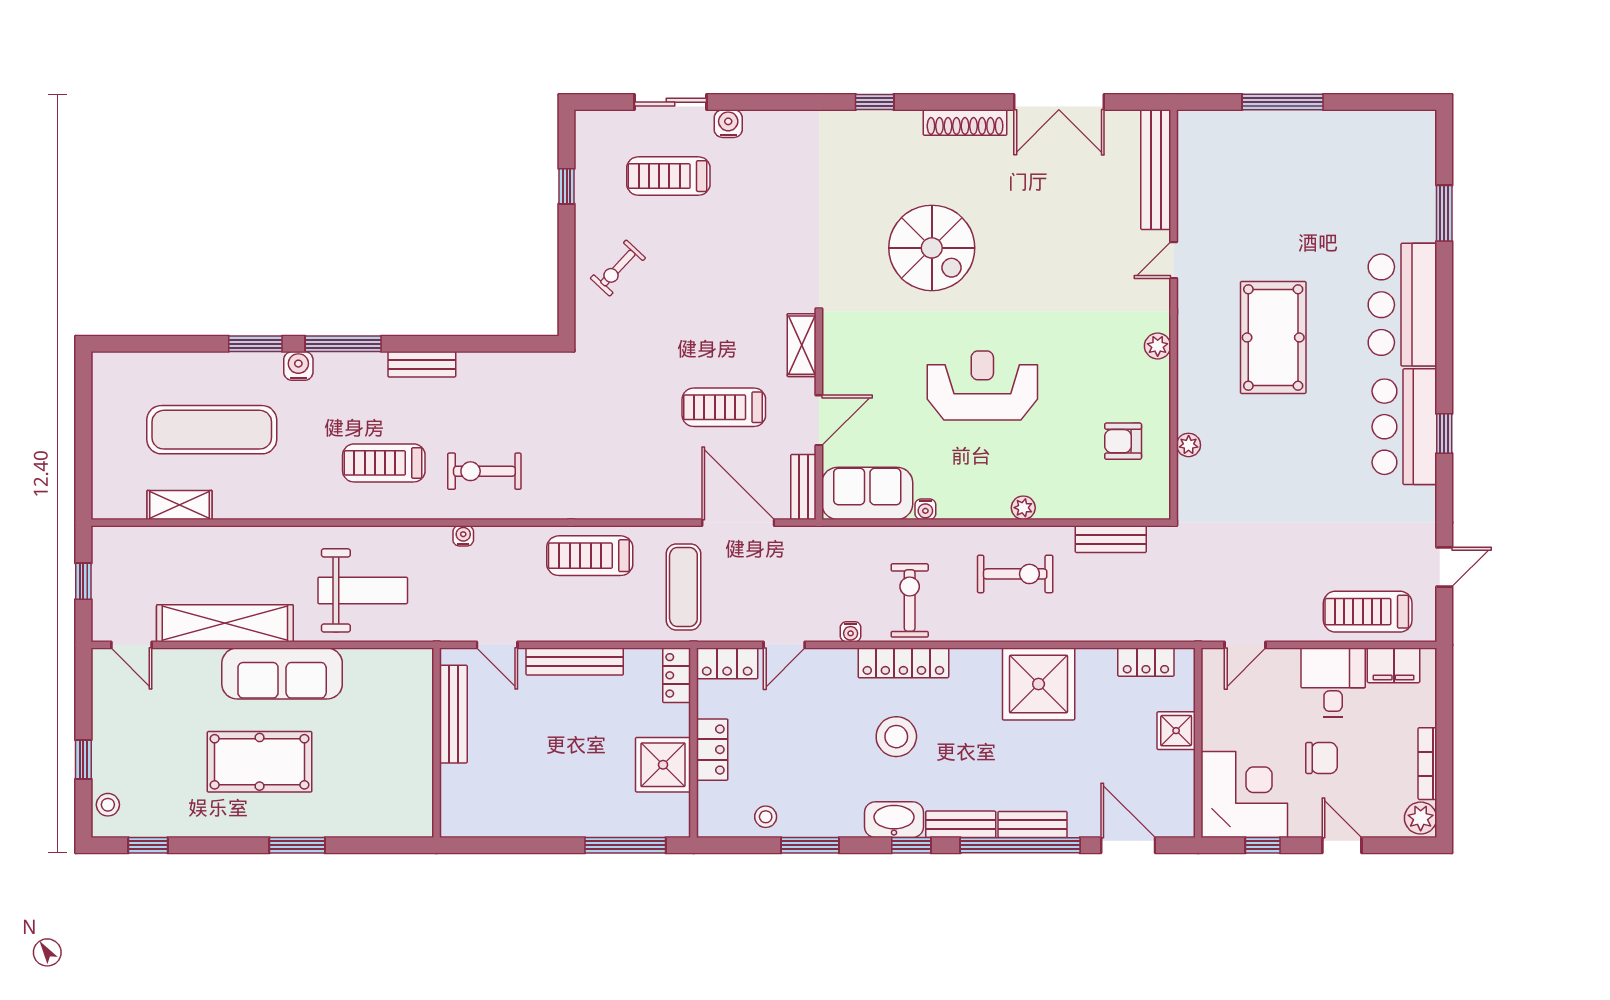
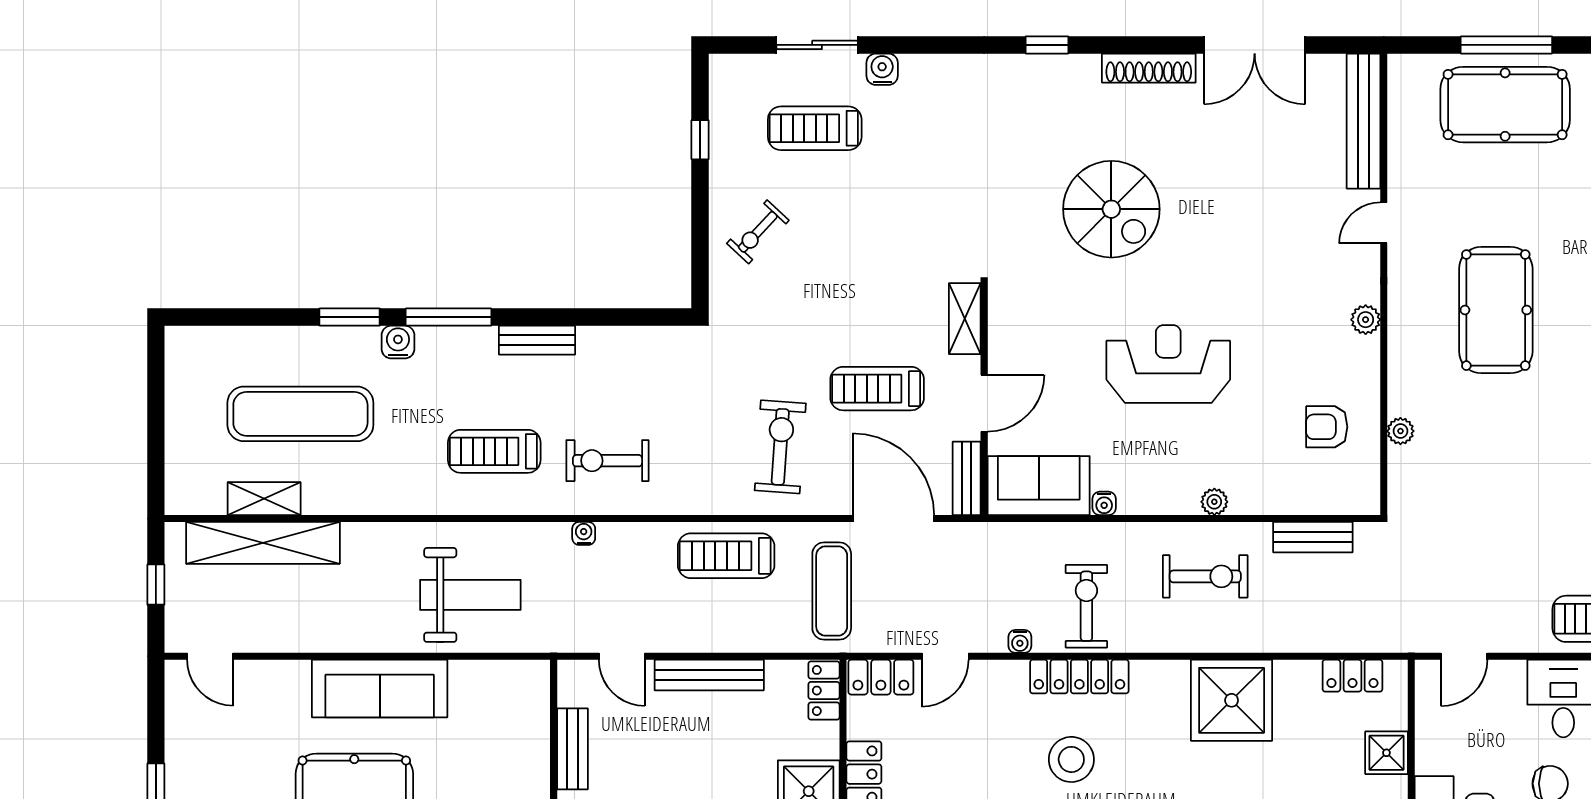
pool table: (1281, 155) -> (1505, 105), added
exercise bike: (638, 459) -> (780, 447), added
shelving: (225, 623) -> (263, 543), moved
bench: (453, 714) -> (573, 749), width x0.73

